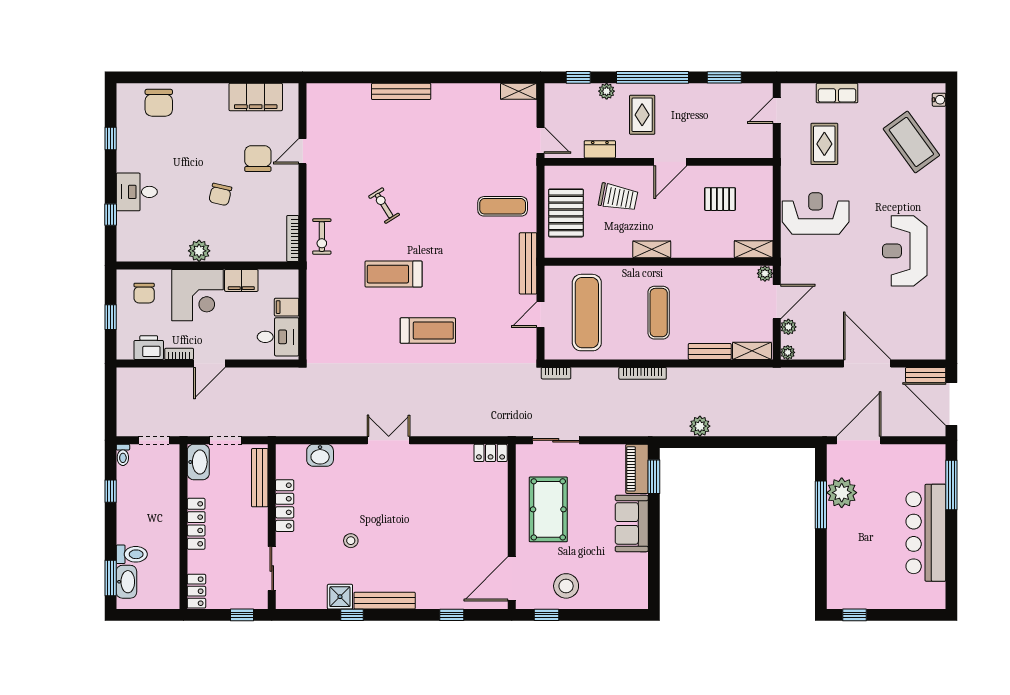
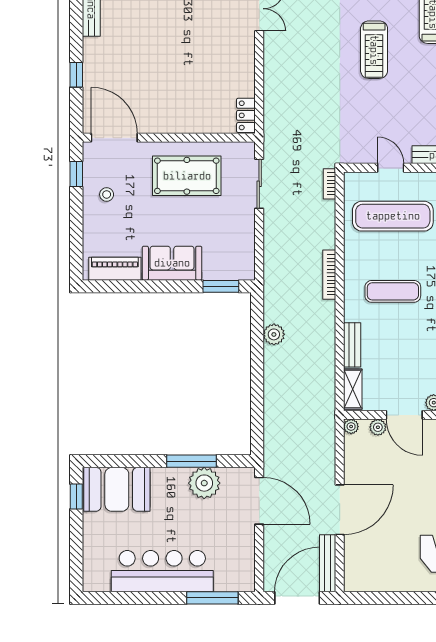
bench: (926, 375) -> (328, 563), width x1.36
piano: (637, 469) -> (115, 269), moved
booth: (848, 576) -> (117, 489), added
stool: (566, 586) -> (107, 194), width x0.53, depth x0.53

